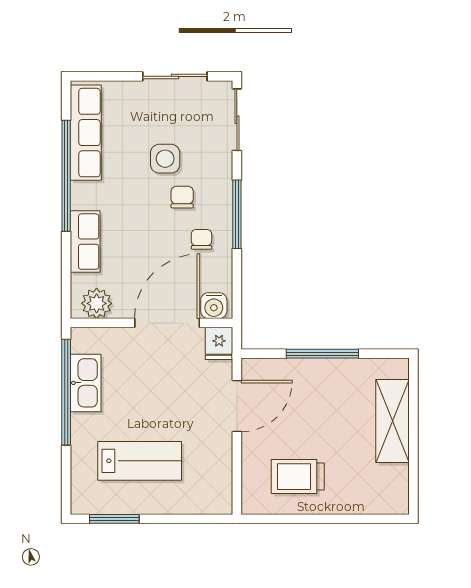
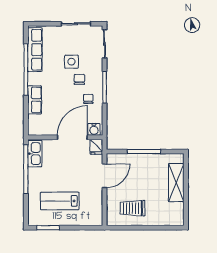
plant: (97, 303) -> (40, 128), removed
kitchen sink: (86, 383) -> (35, 154), moved
lab bench: (140, 461) -> (60, 201), turned 180

